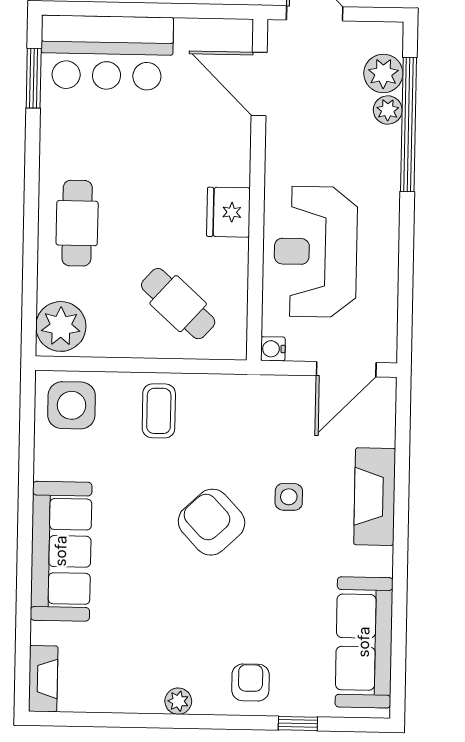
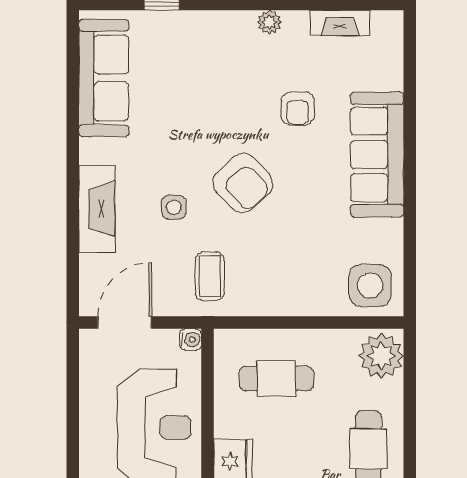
cafe table: (178, 304) -> (276, 379), turned -42
coffee table: (159, 411) -> (210, 276), moved
fireplace: (43, 679) -> (340, 23), moved, turned -90
armchair: (250, 682) -> (298, 108), moved

